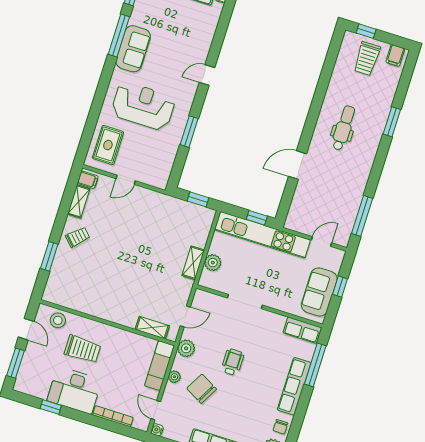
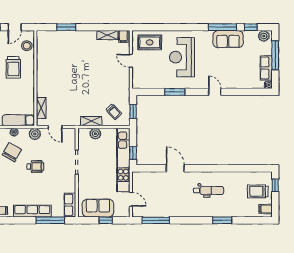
sofa: (133, 49) -> (228, 39), moved
reception desk: (143, 106) -> (182, 57), turned 180
trolley: (78, 237) -> (114, 112), moved

